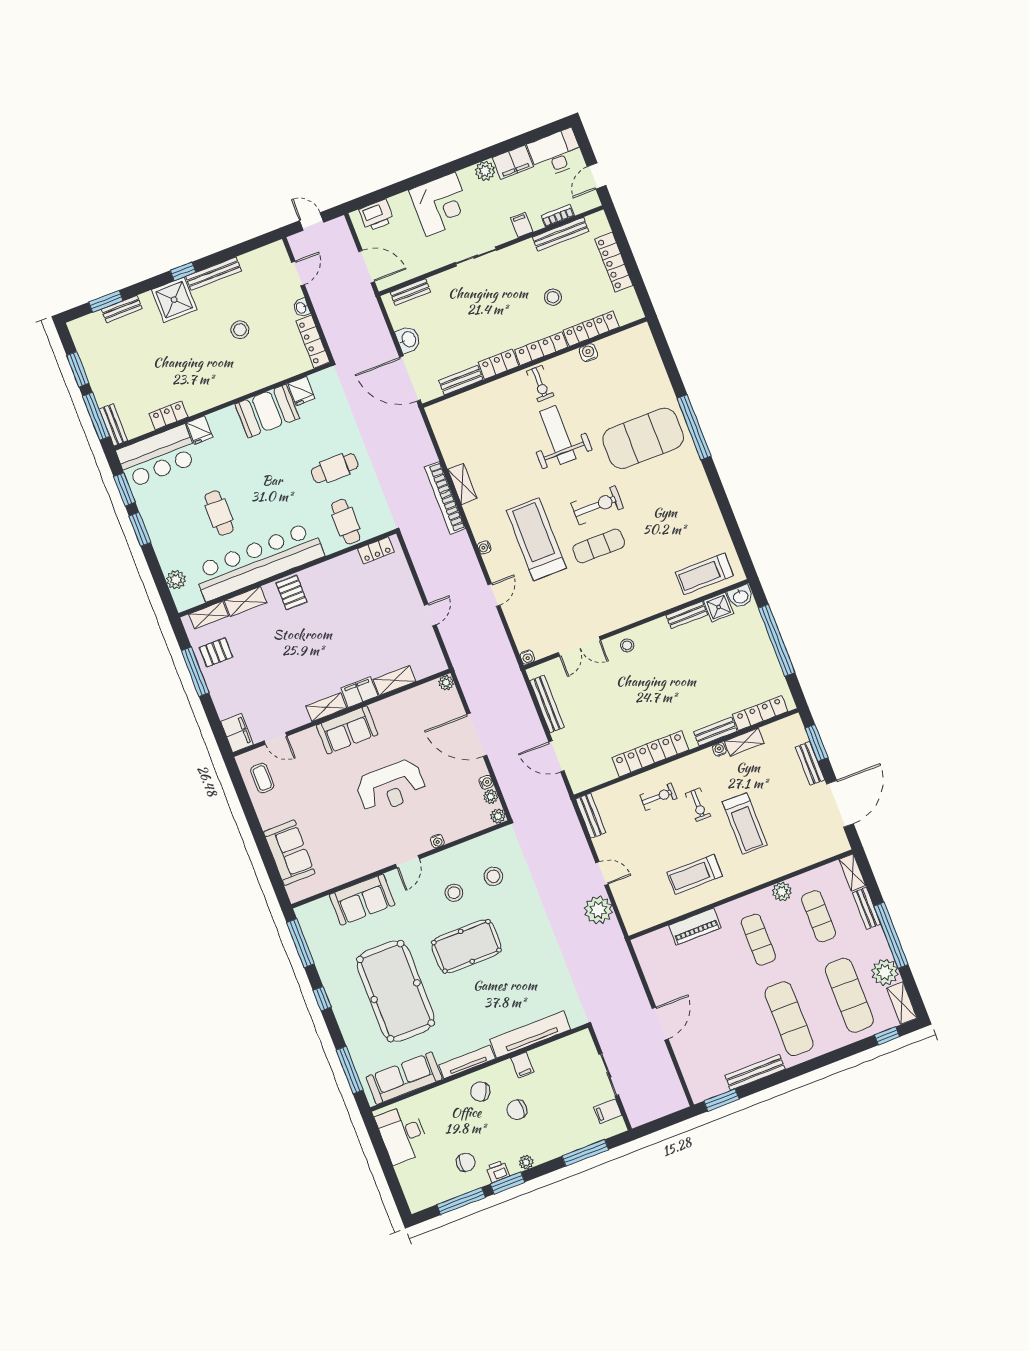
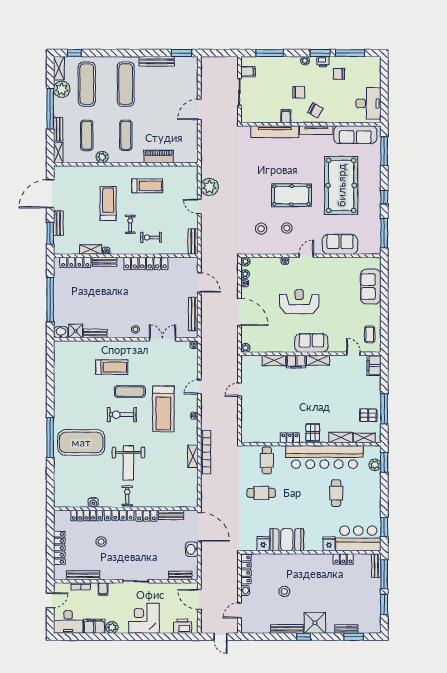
window: (140, 529) -> (384, 462), moved
locker: (376, 550) -> (290, 438), moved
treadmill: (704, 574) -> (112, 367), moved

